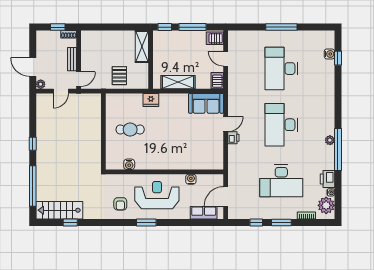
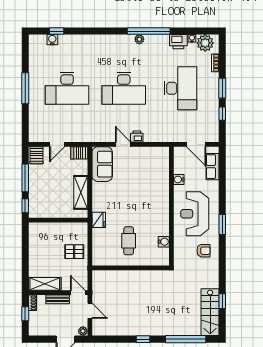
shelving: (142, 47) -> (45, 284), moved

